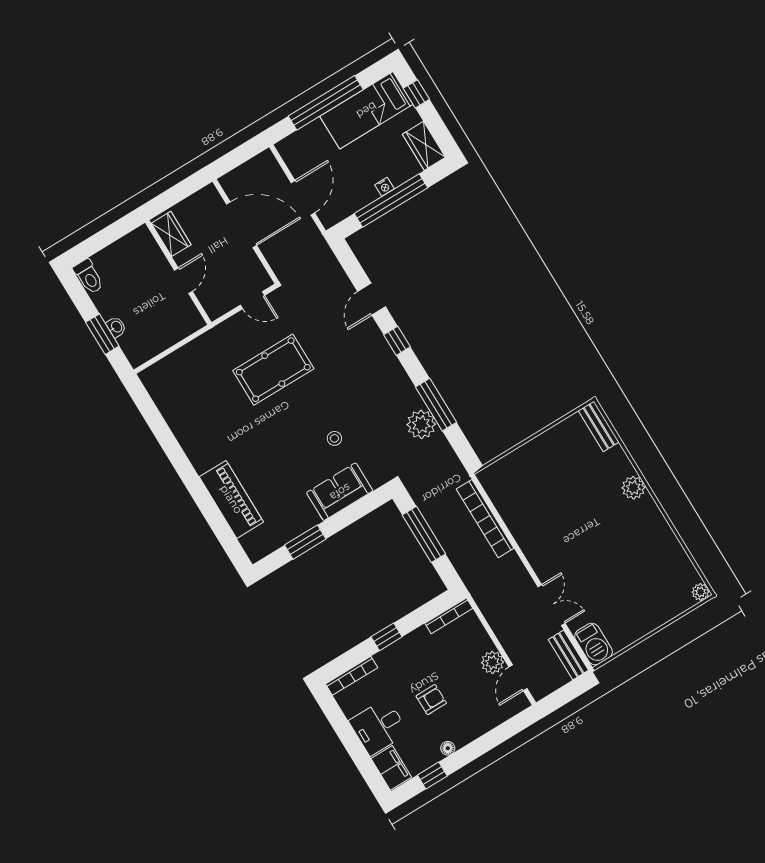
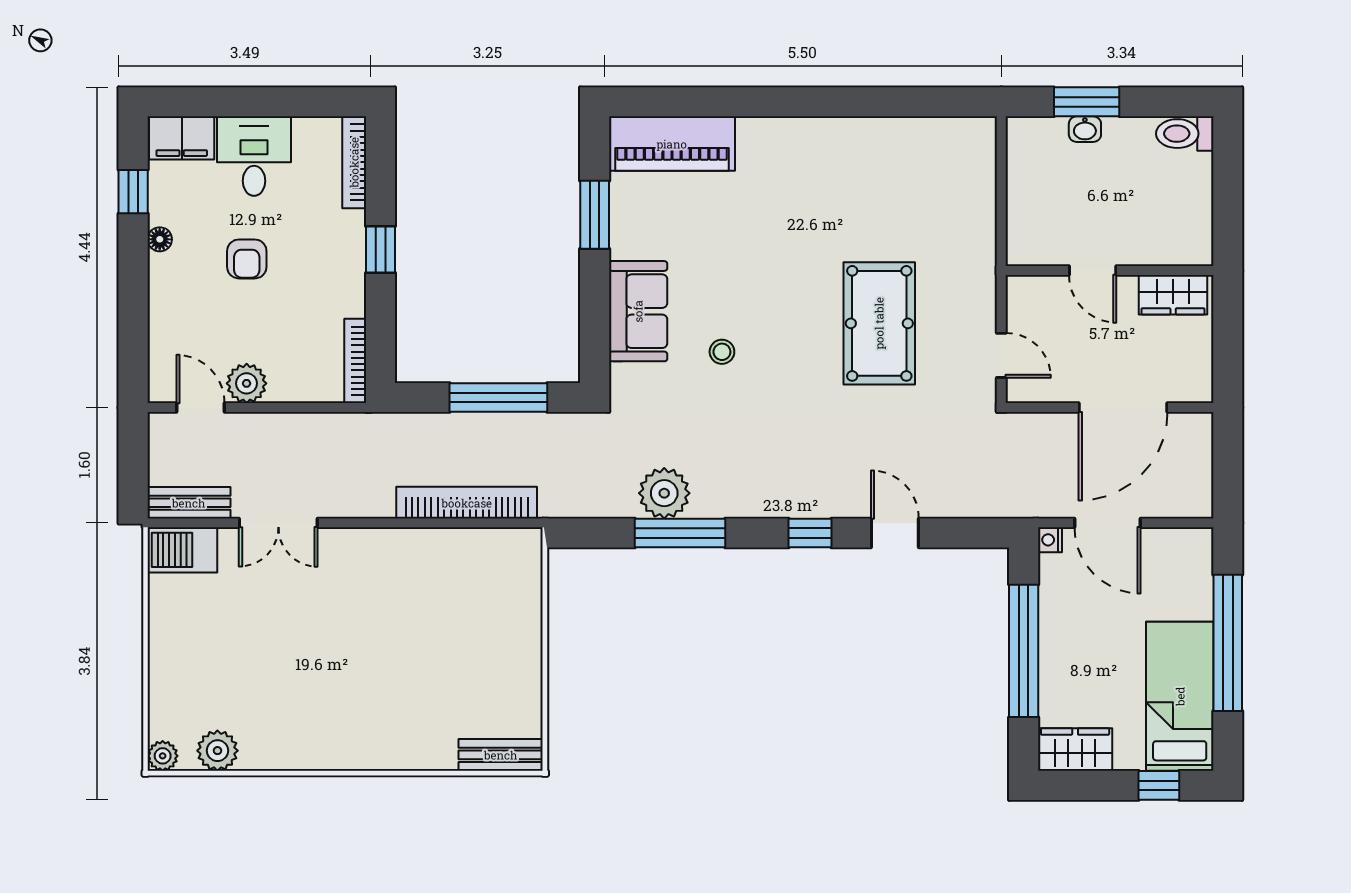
nightstand: (385, 187) -> (1050, 540), moved
door: (252, 300) -> (1001, 355), swing flipped
plant: (633, 488) -> (217, 751), moved
piano: (231, 499) -> (672, 144), moved

